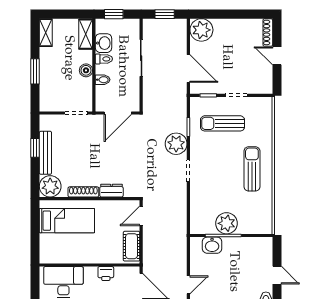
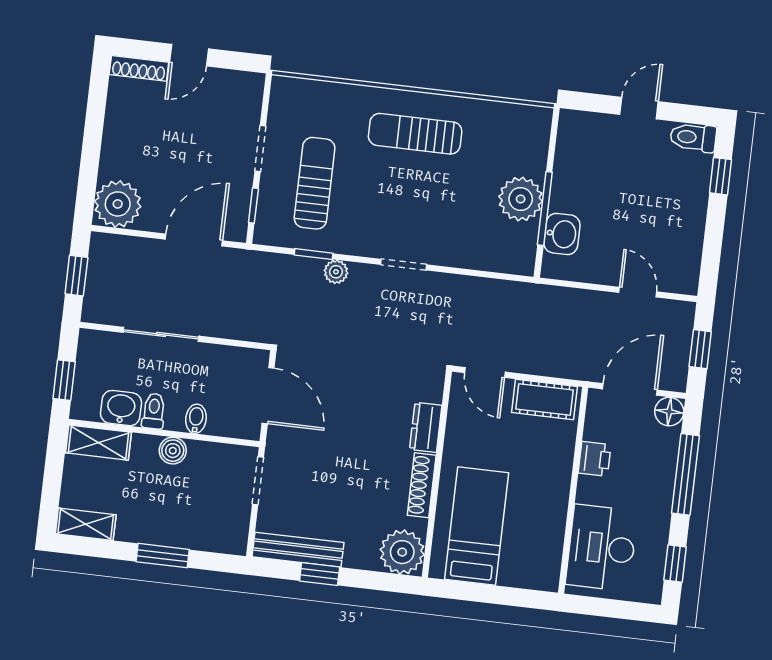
sun lounger: (222, 123) -> (315, 183), turned 180
plant: (176, 144) -> (336, 272), width x0.53, depth x0.53
bench: (45, 153) -> (298, 550), moved

